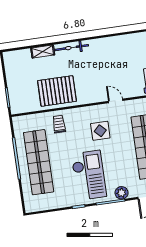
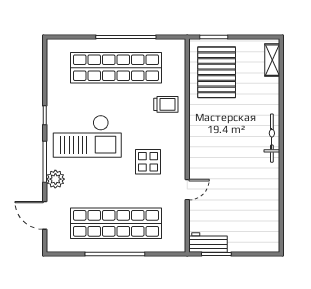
shelving: (43, 52) -> (272, 60), moved
pallet: (57, 91) -> (217, 72), moved

